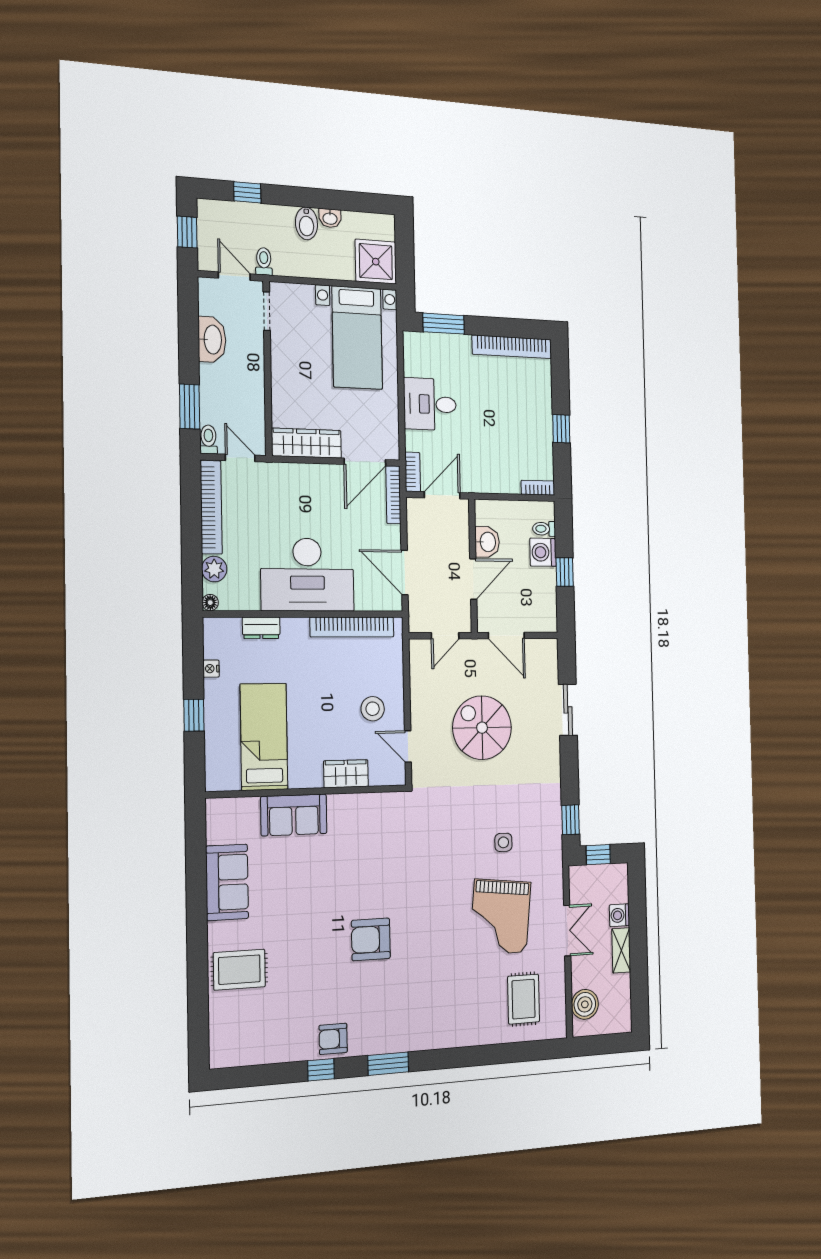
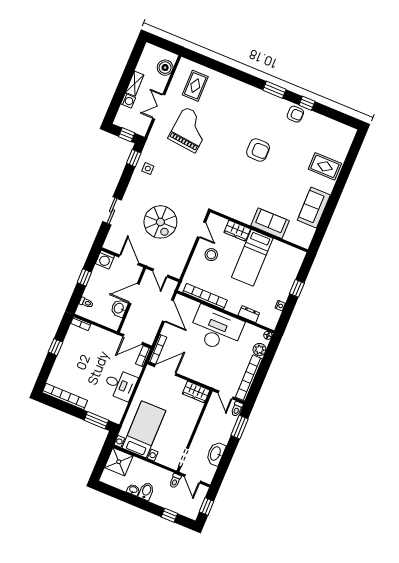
wardrobe: (306, 443) -> (196, 392), width x0.67
washing machine: (543, 552) -> (105, 260), moved, turned 90
door: (445, 636) -> (160, 273), swing flipped
bed: (264, 737) -> (252, 258), moved
side table: (503, 842) -> (148, 169), moved

